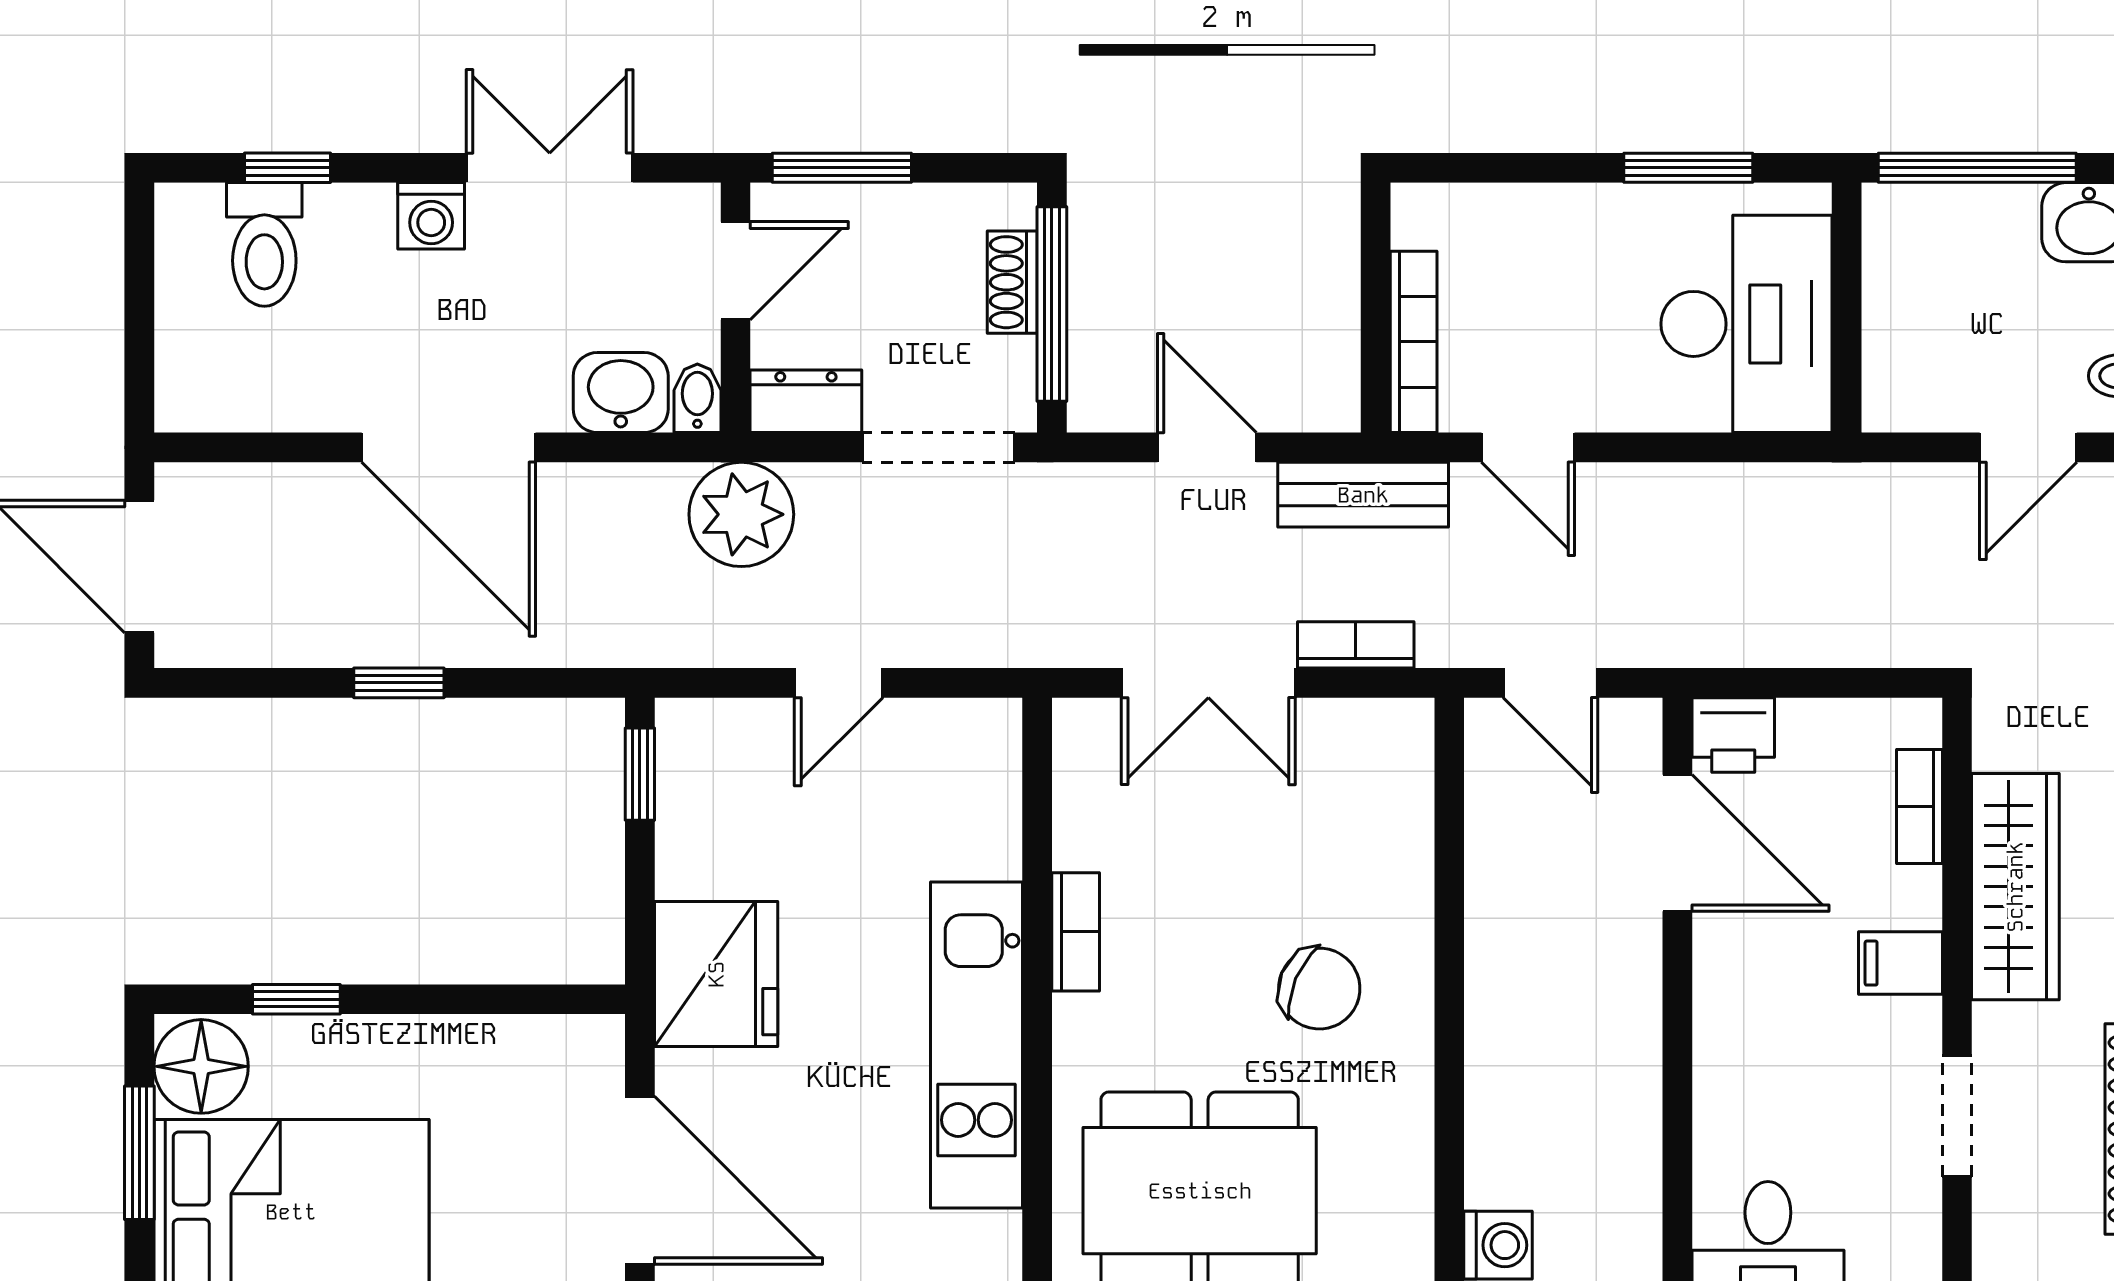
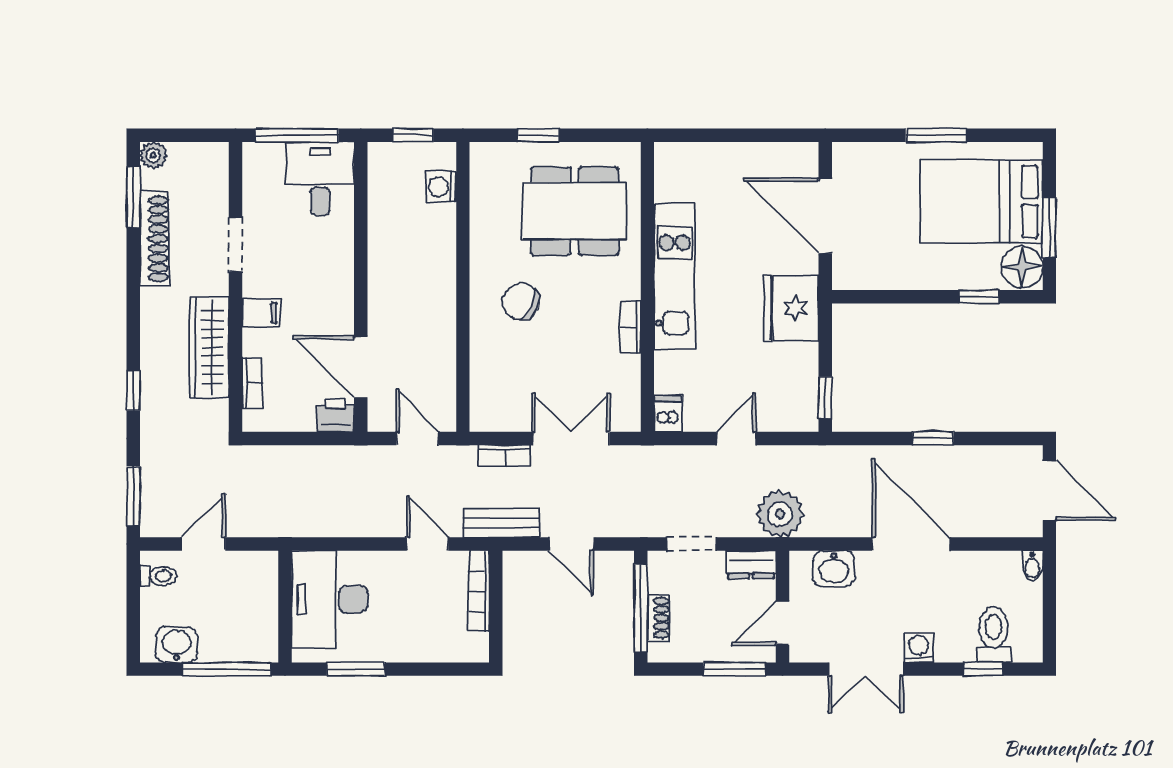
bidet: (697, 398) -> (1032, 566), moved
doorway: (939, 447) -> (691, 544), width x0.73
dishwasher: (991, 738) -> (668, 414), added

